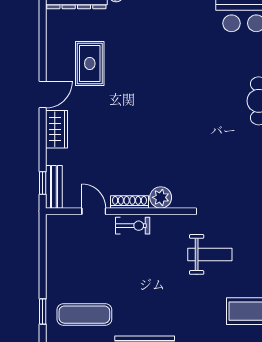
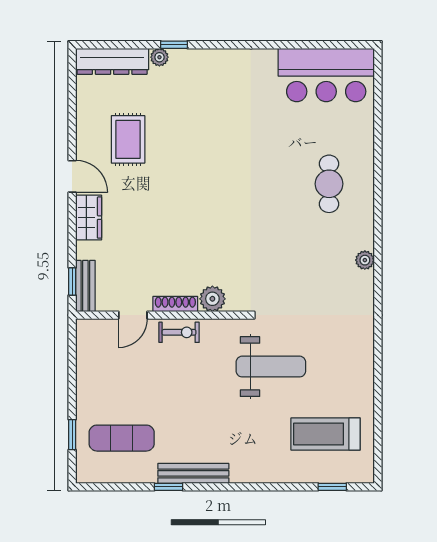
door: (43, 95) -> (72, 176), hinge flipped
door: (94, 211) -> (133, 315), swing flipped
weight bench: (210, 254) -> (271, 367), width x1.36, depth x1.33

